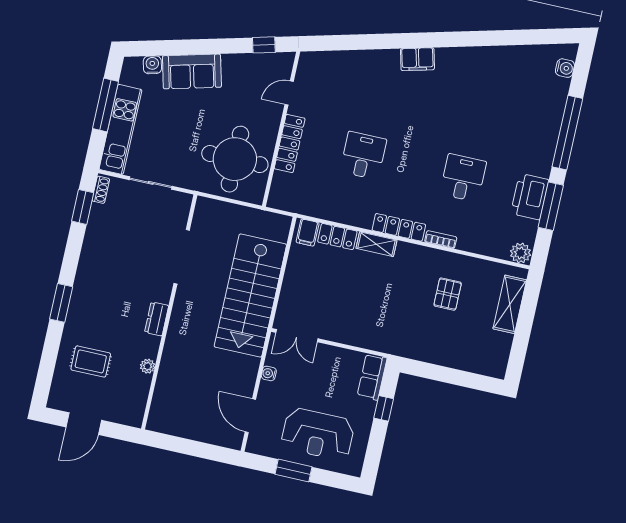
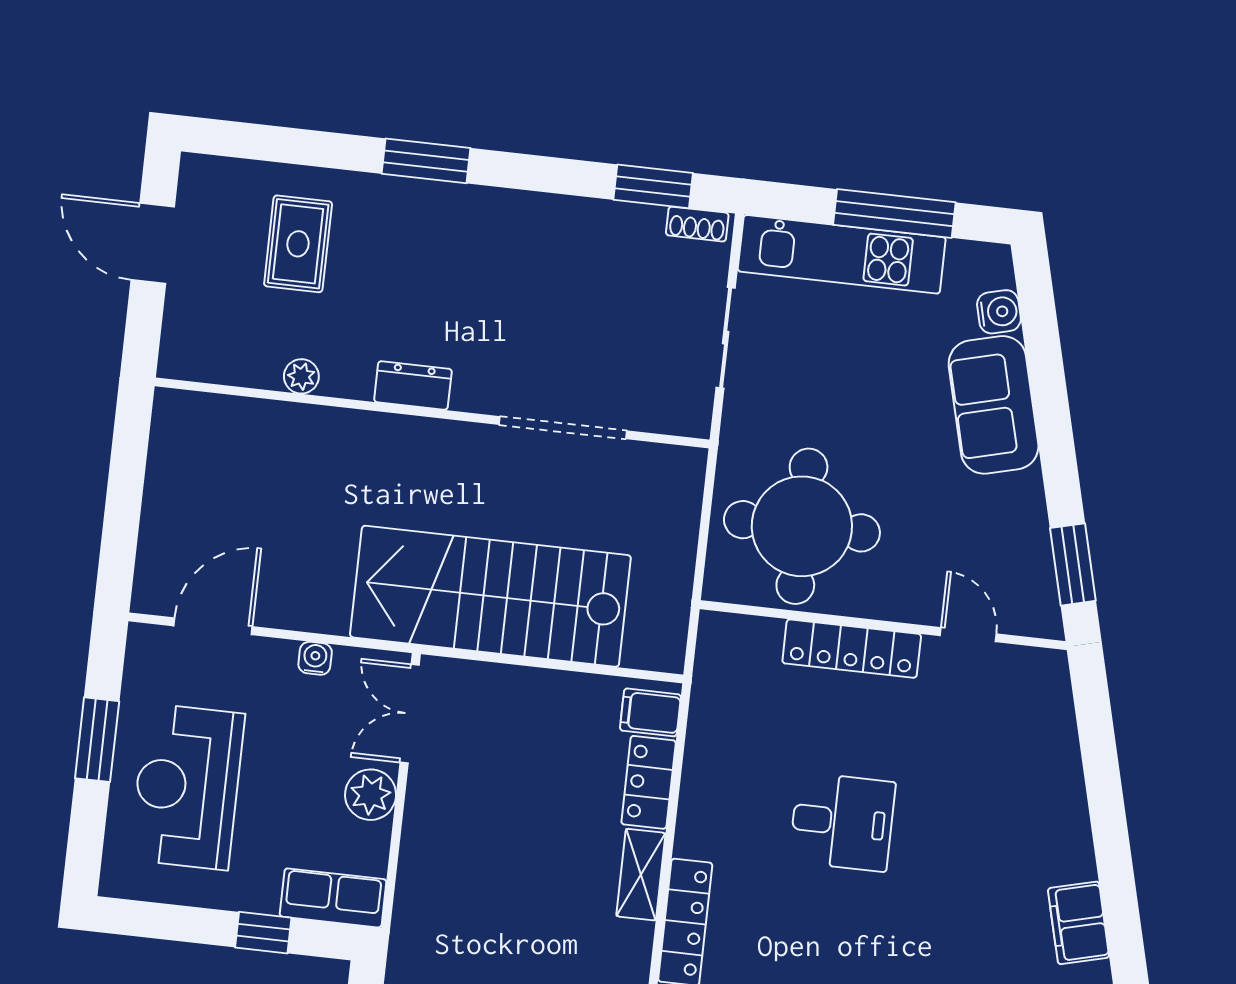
window: (264, 45) -> (1073, 564), width x1.50
plant: (330, 356) -> (371, 795), added

